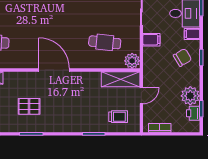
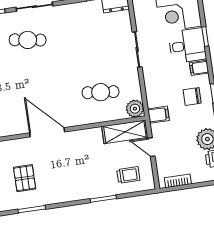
filing cabinet: (151, 40) -> (158, 115), moved
chair: (182, 57) -> (192, 96), turned -149
door: (141, 96) -> (151, 147), swing flipped
pallet: (29, 106) -> (25, 178), turned 90

